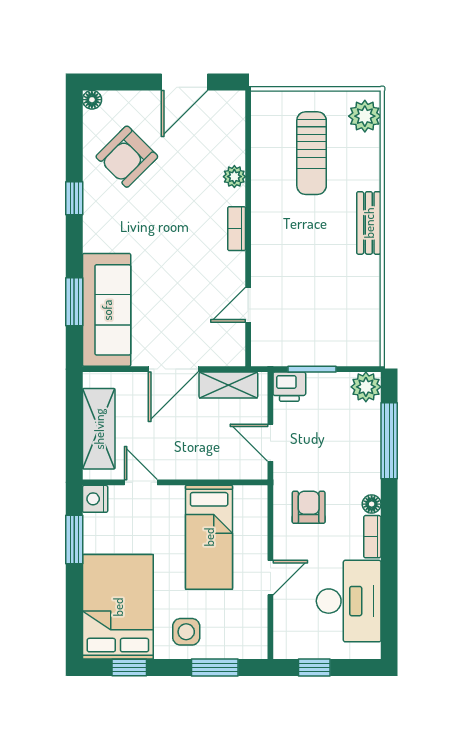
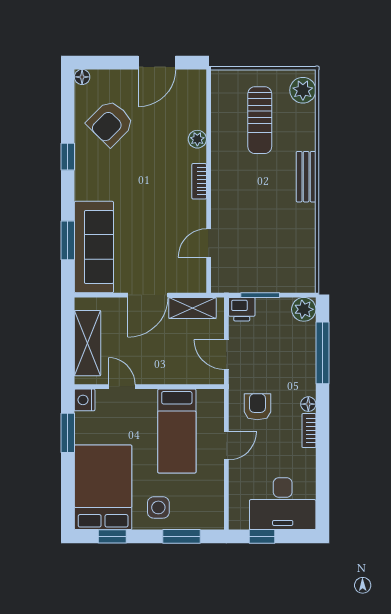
door: (270, 578) -> (226, 446), moved
desk: (349, 601) -> (283, 504), moved, turned 90

